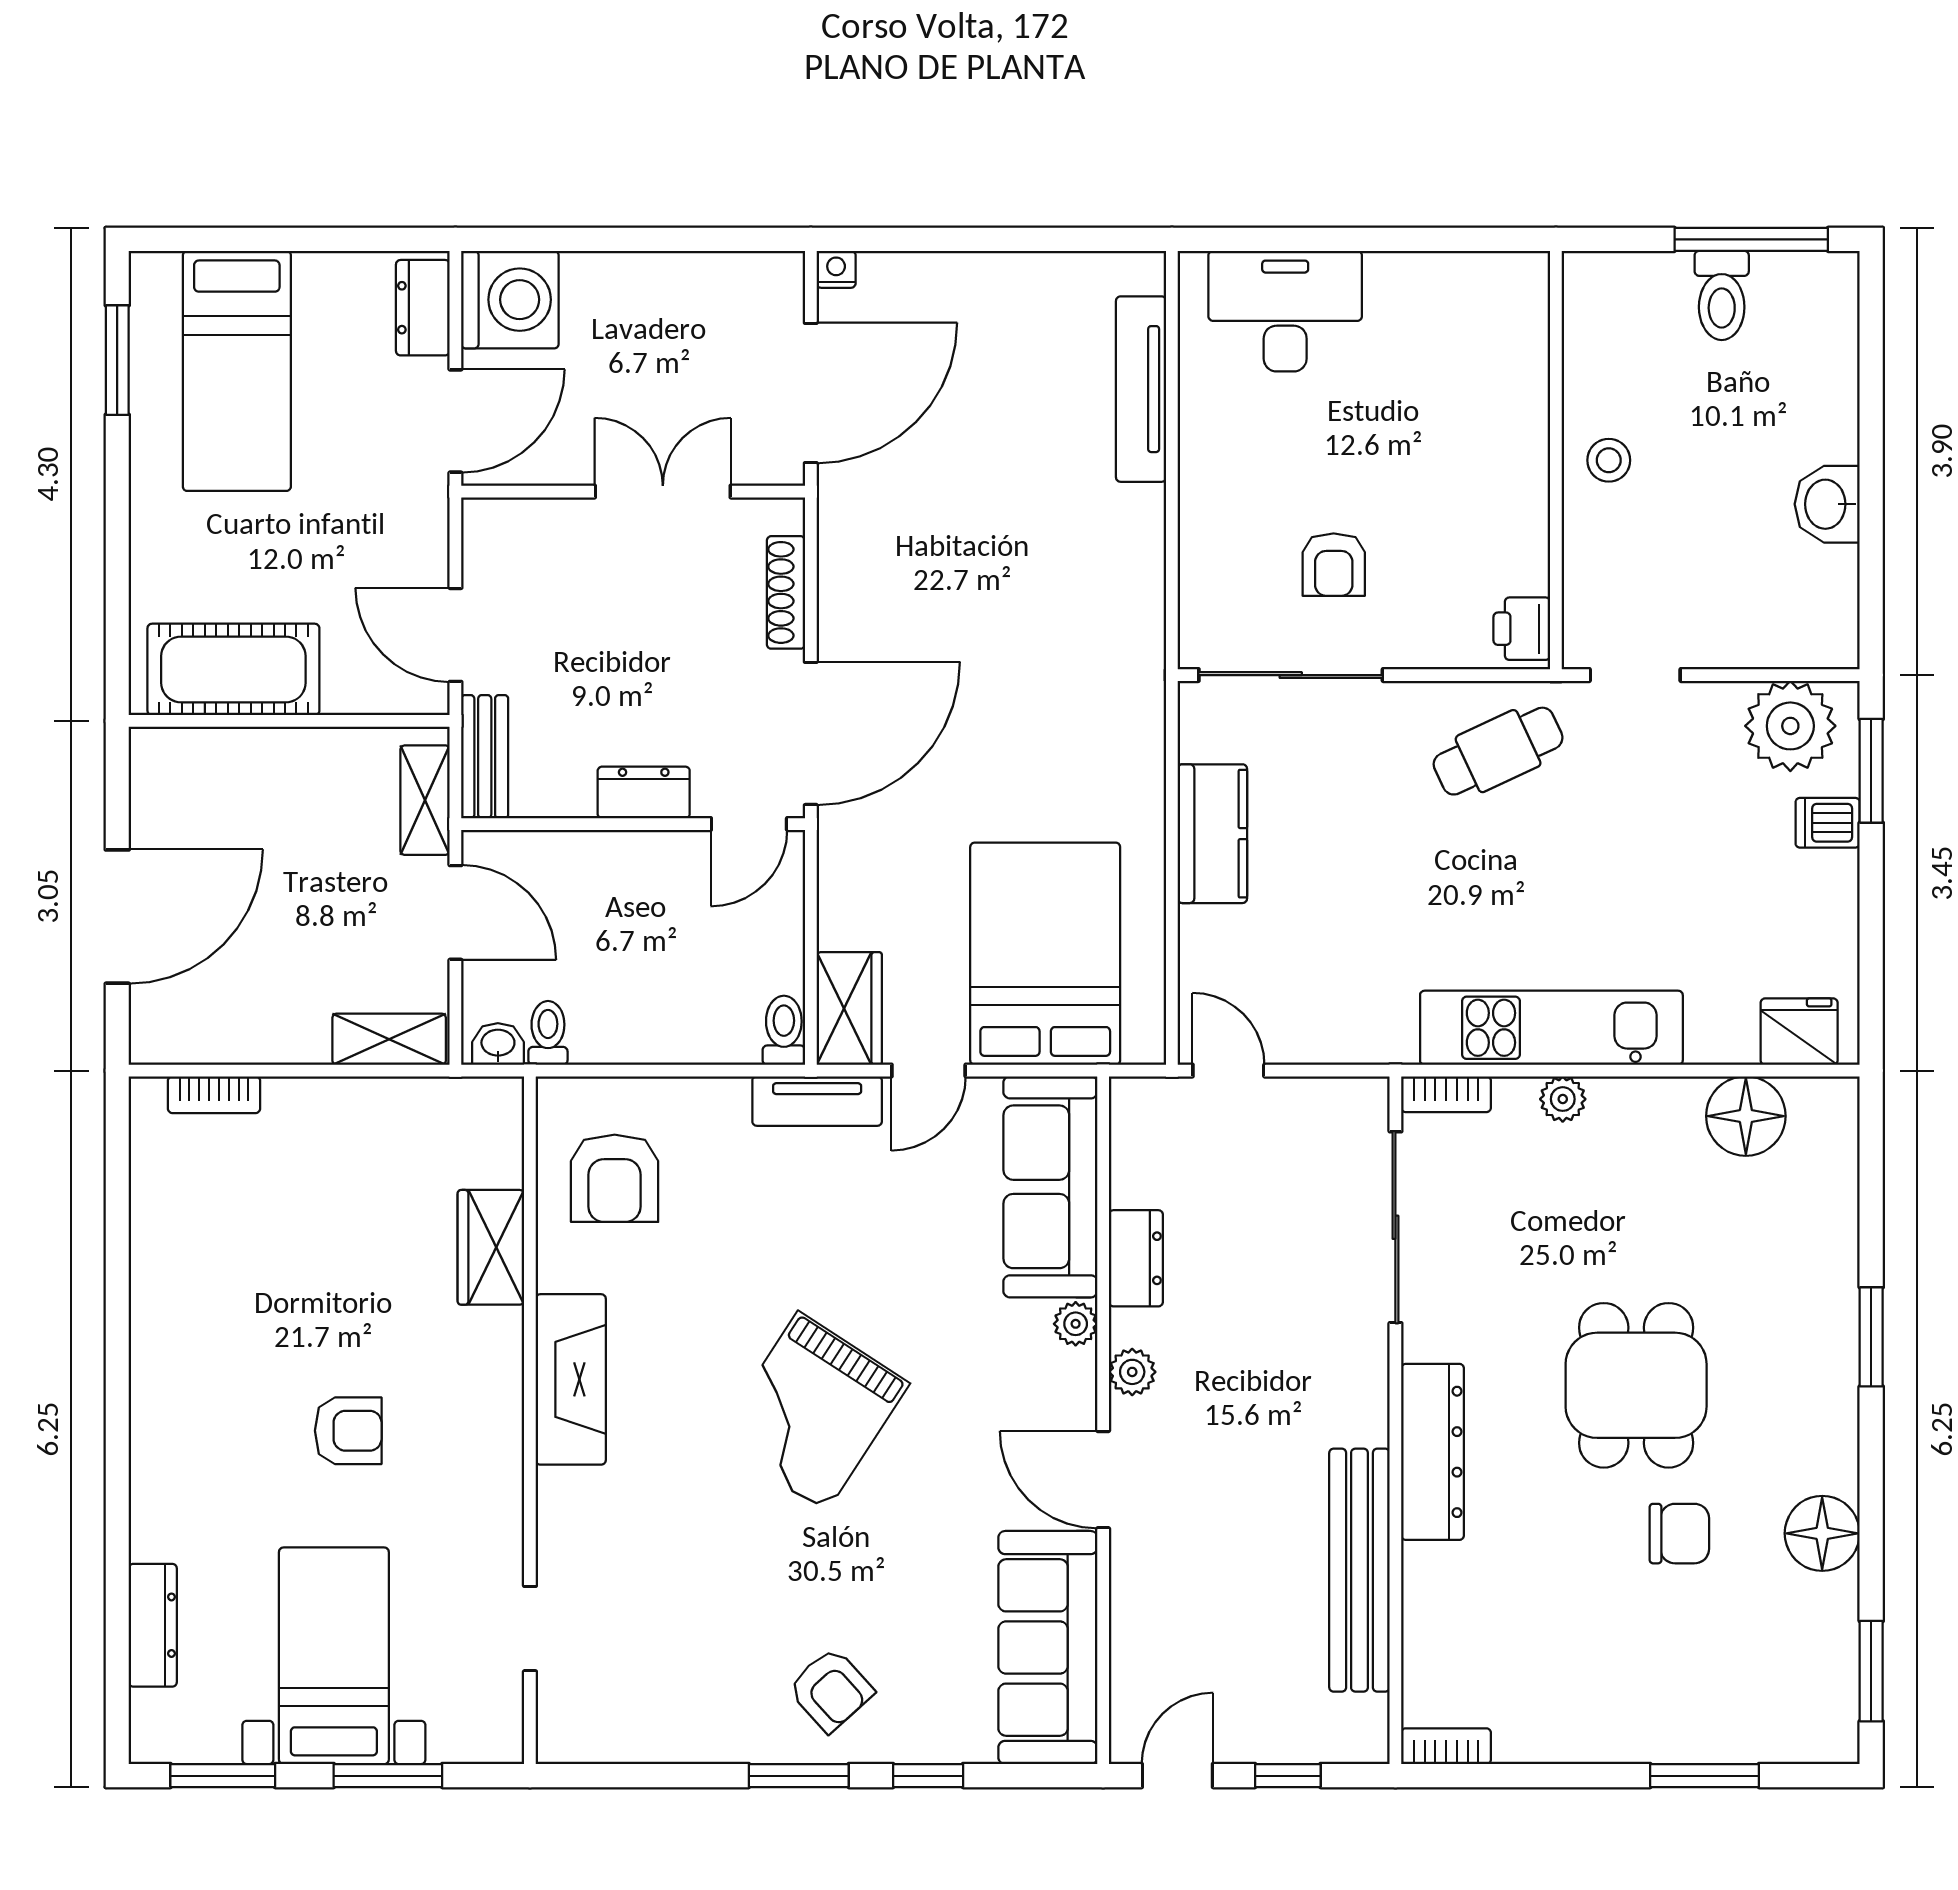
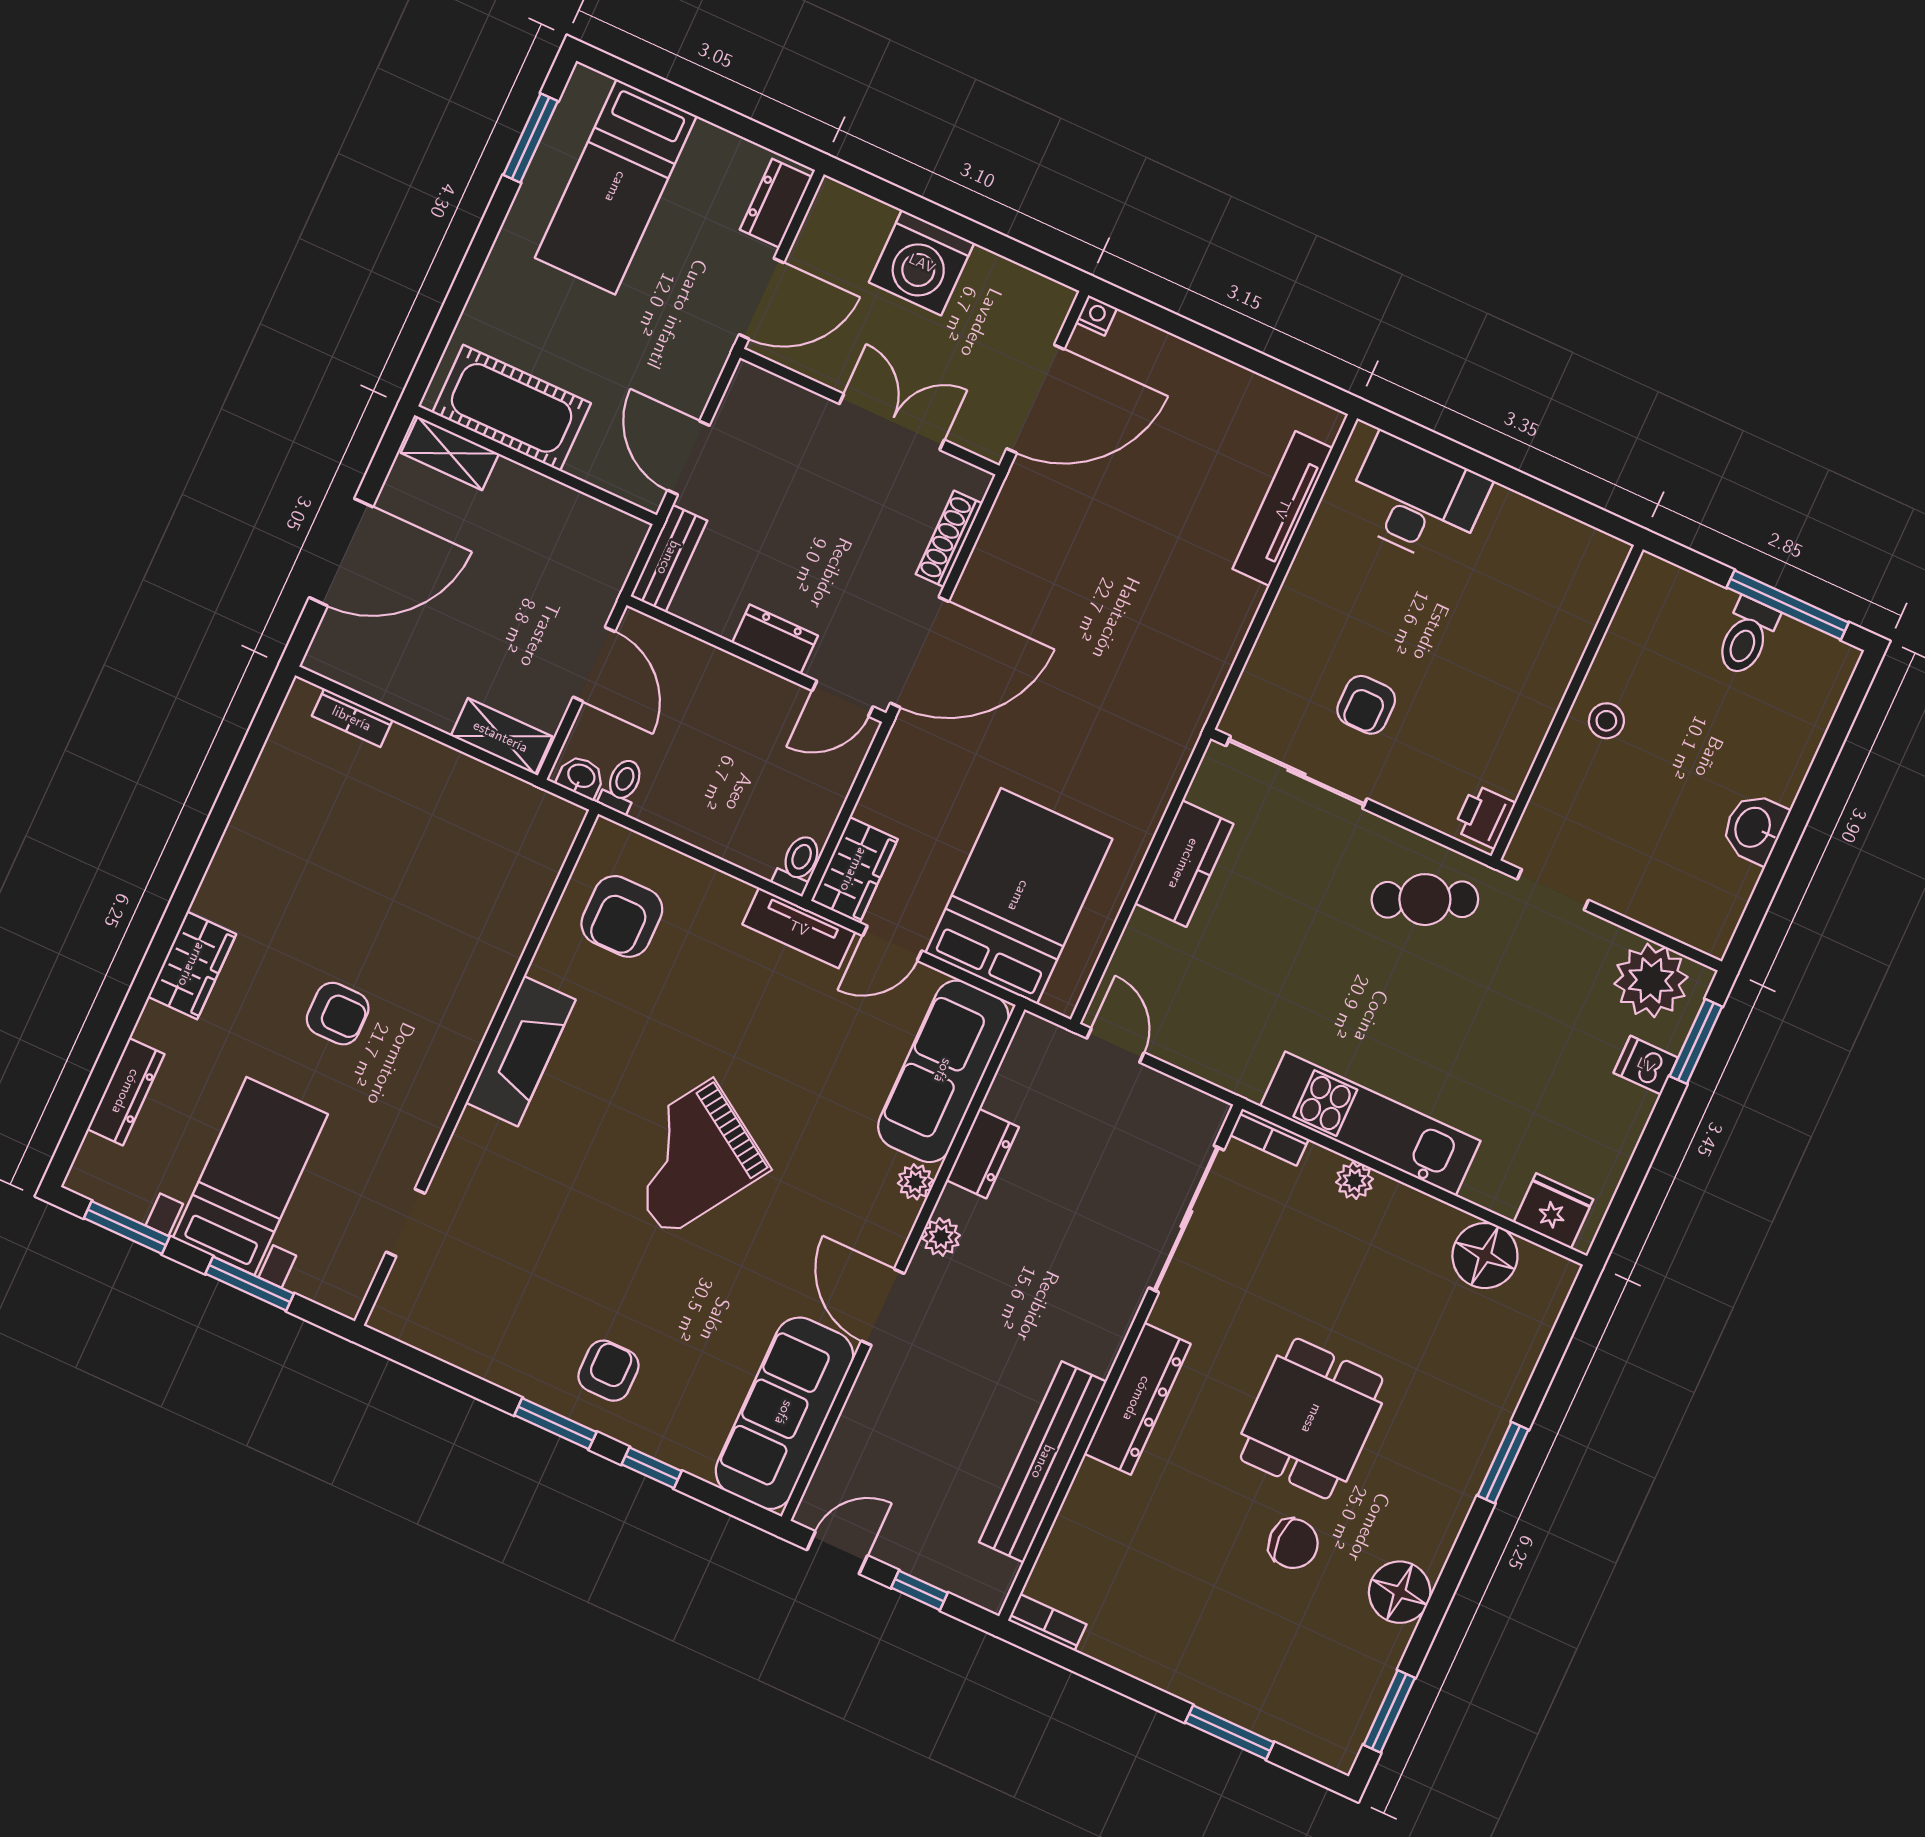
washing machine: (510, 300) -> (922, 263), moved, turned 90
shelving: (425, 800) -> (450, 453), moved, turned 90
wardrobe: (491, 1247) -> (192, 965), moved, turned 180
armchair: (831, 1690) -> (608, 1371), turned -138

